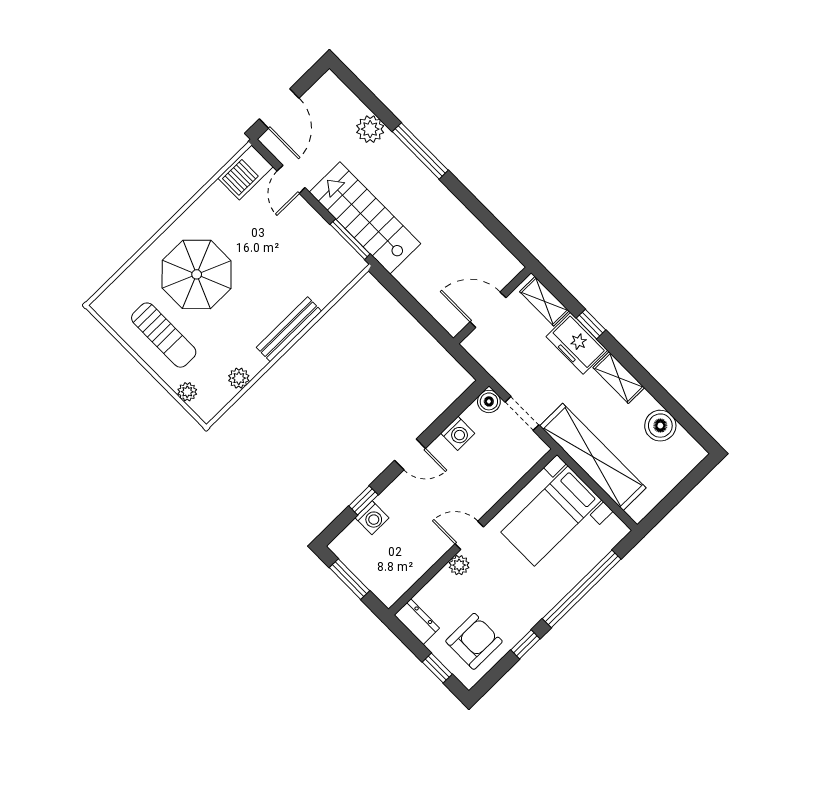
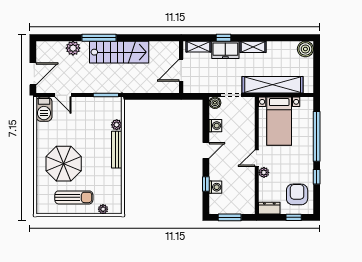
door: (279, 108) -> (33, 74), hinge flipped
stairs: (365, 218) -> (119, 52), moved, turned 180
plant: (239, 378) -> (117, 125), moved
boiler: (660, 426) -> (305, 49), moved

